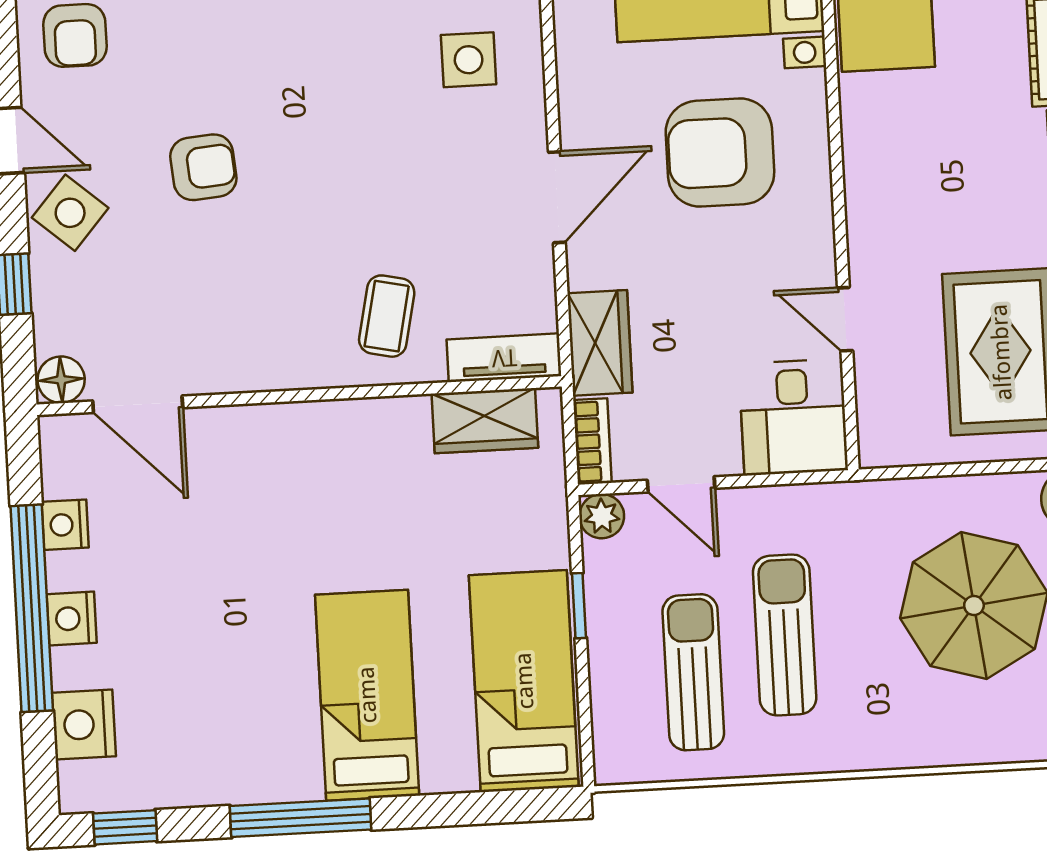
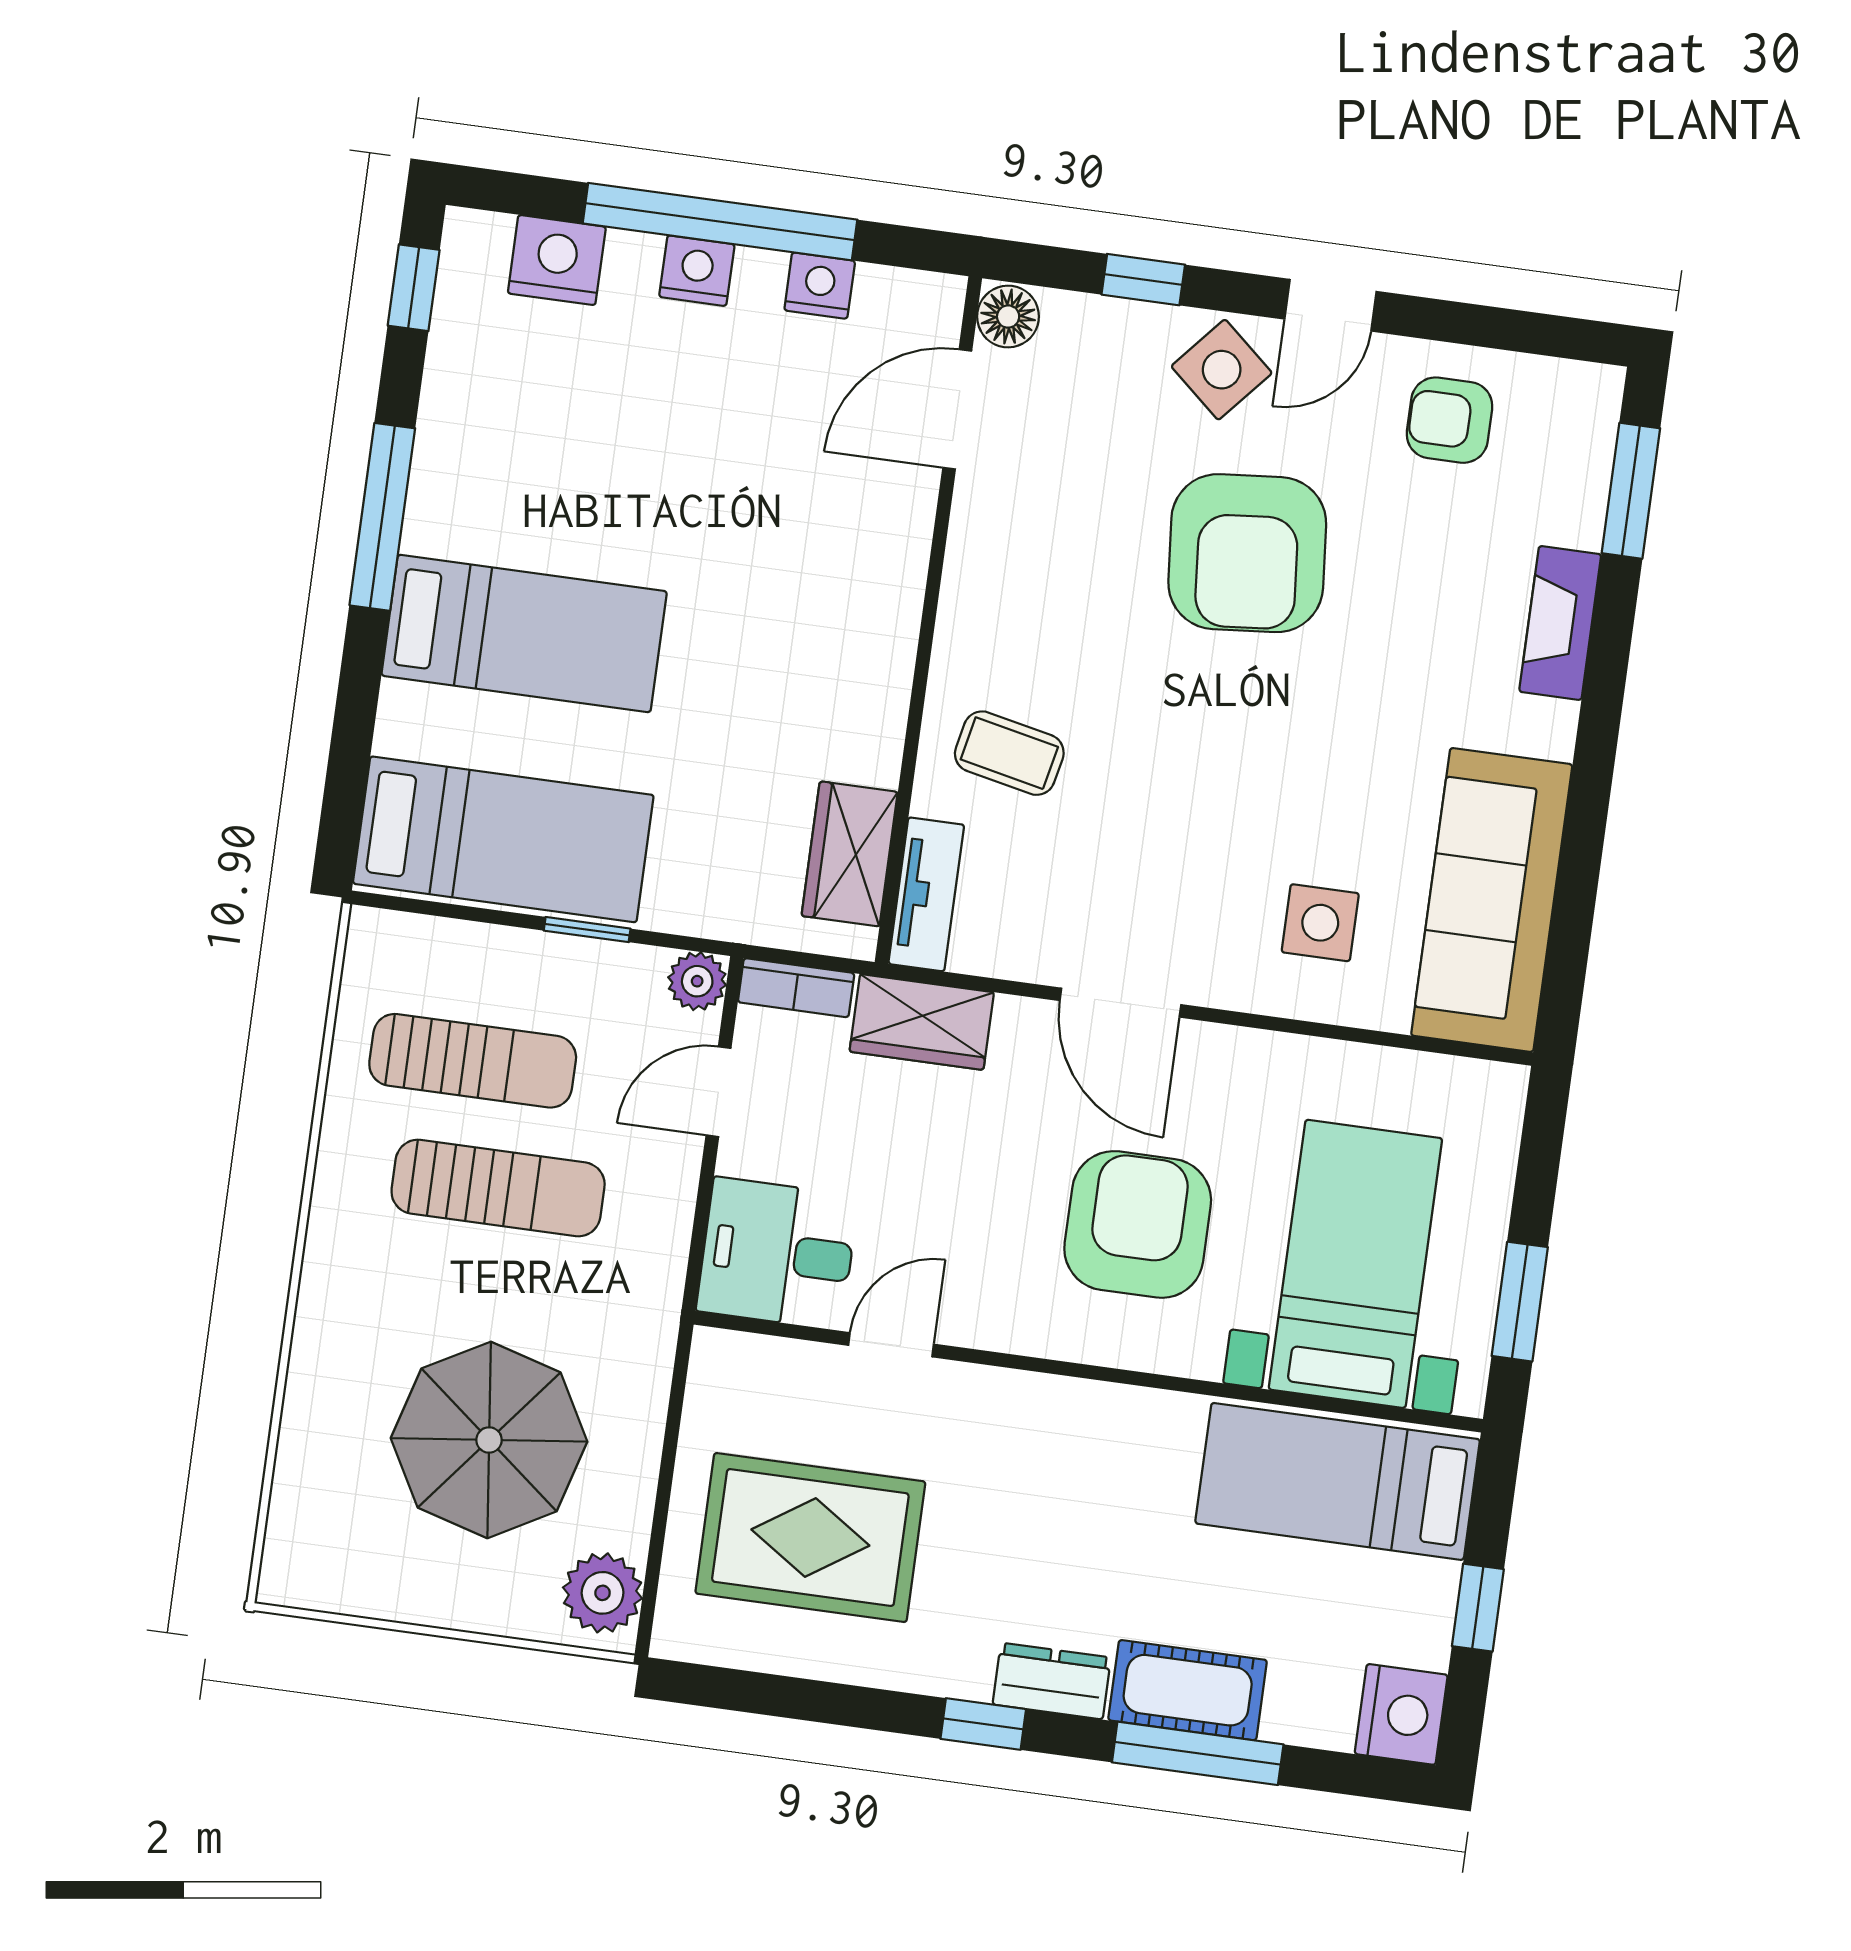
armchair: (203, 167) -> (1247, 553), width x1.88, depth x1.88

